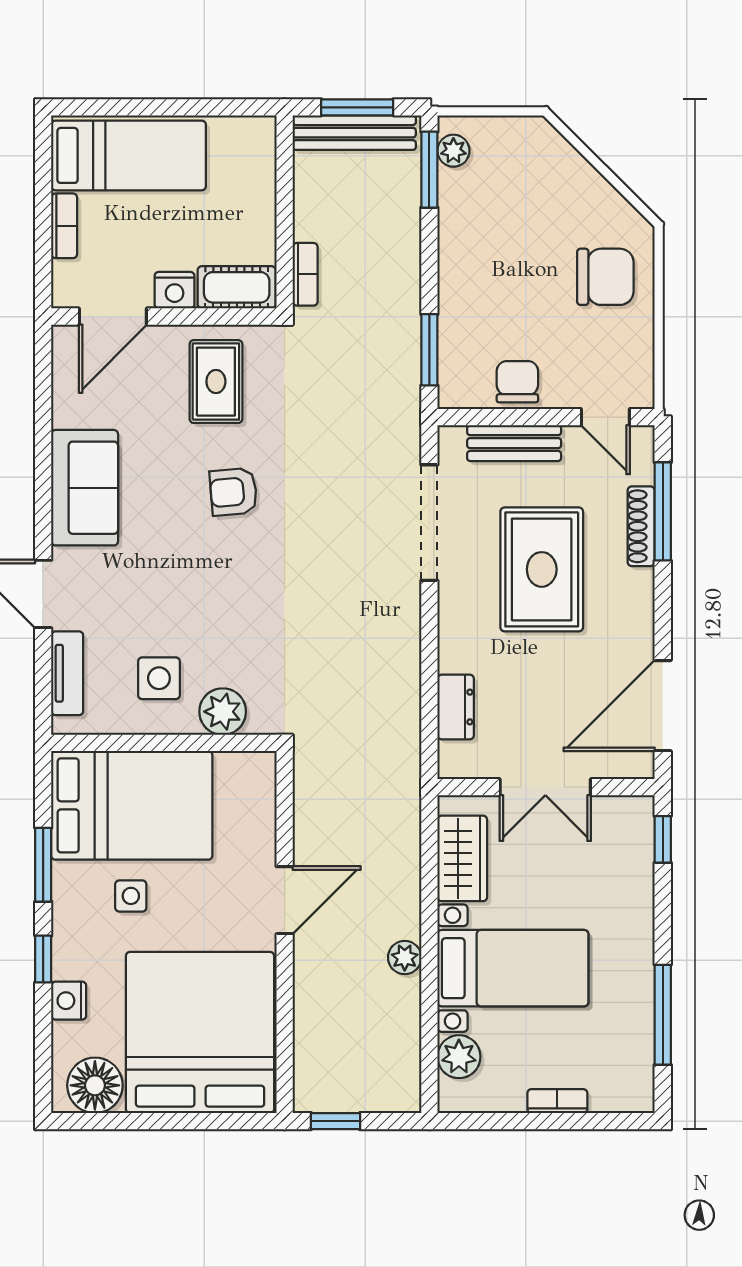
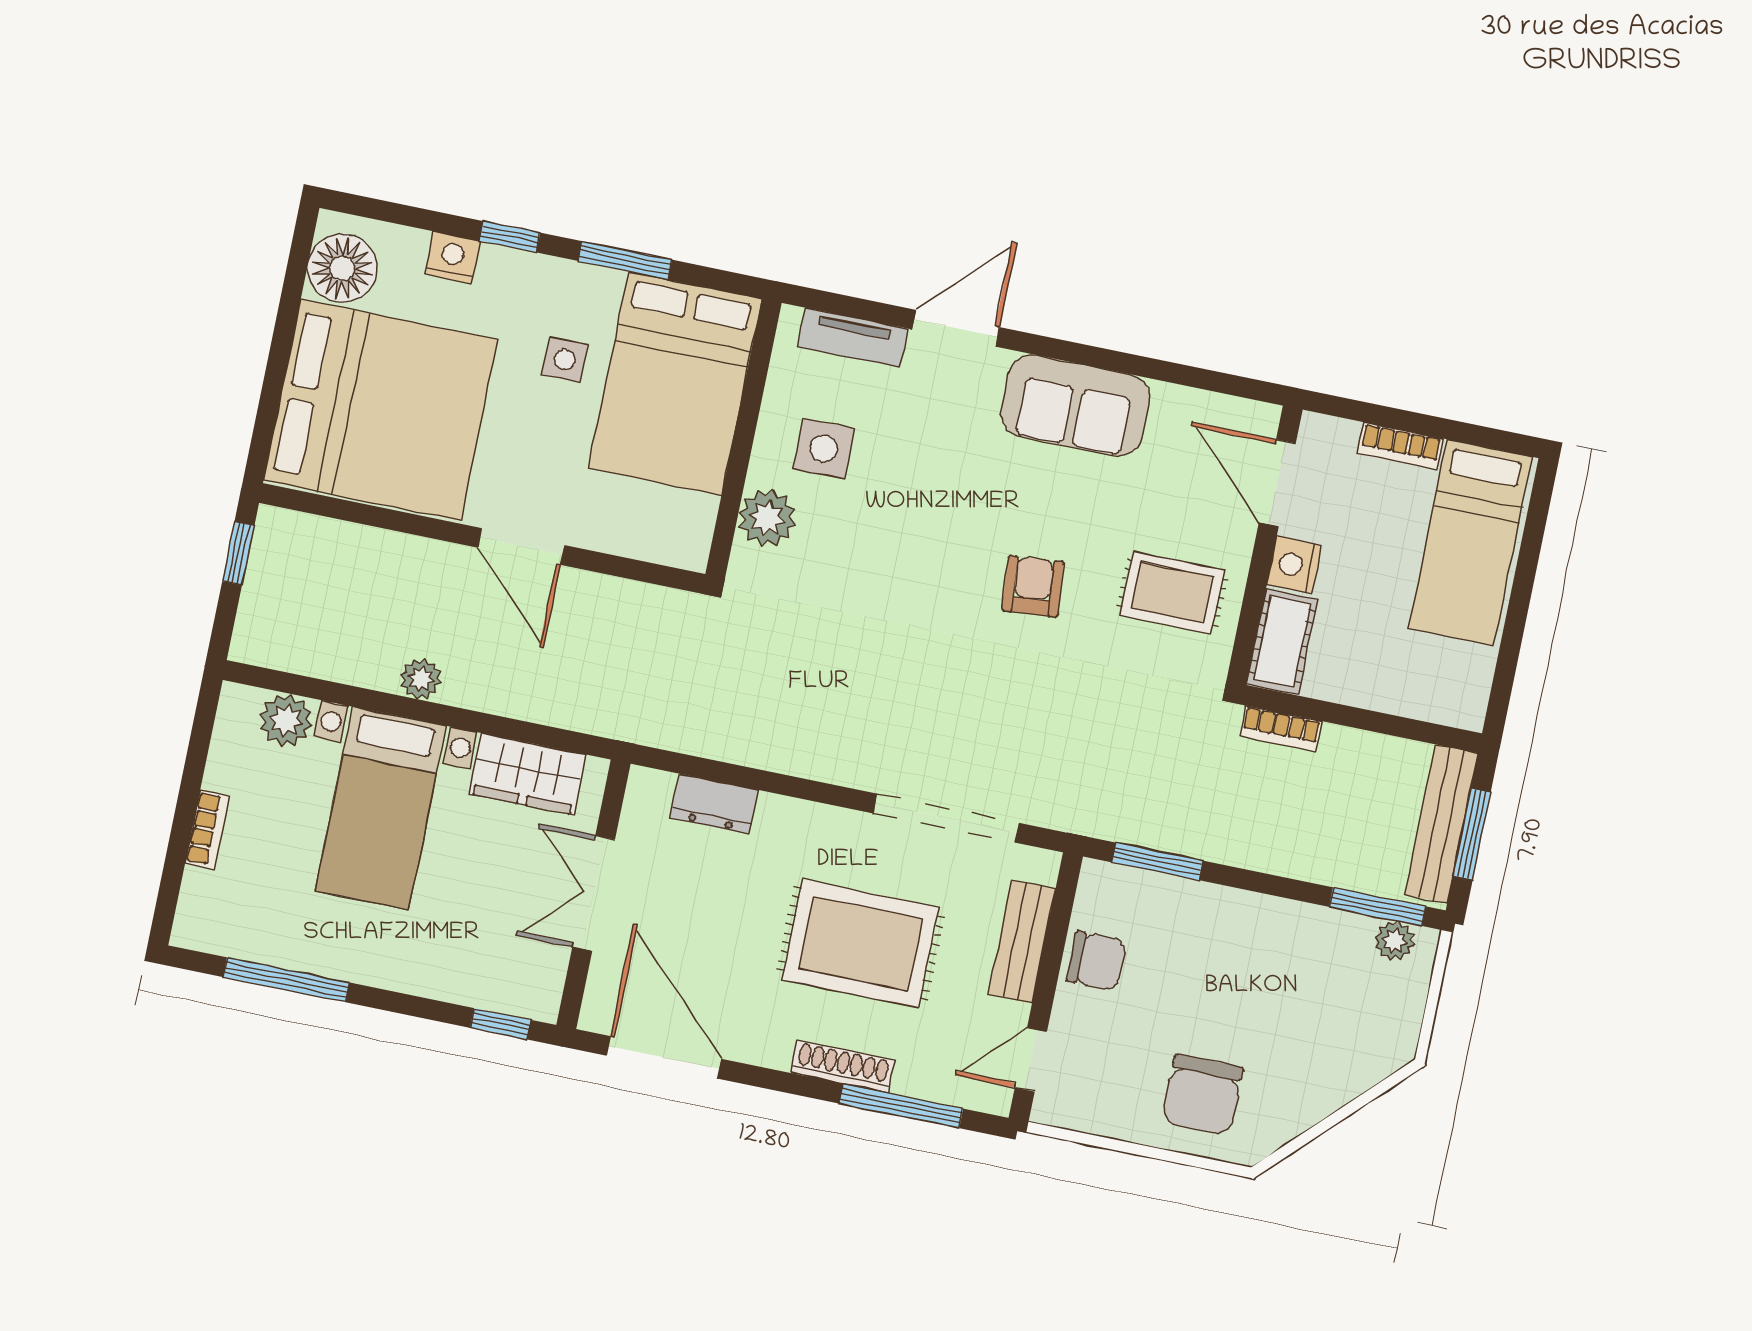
shoe rack: (641, 526) -> (843, 1066), moved

